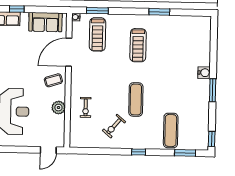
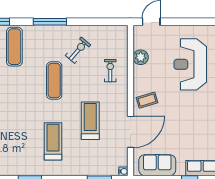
treadmill: (97, 34) -> (90, 121), moved
plant: (58, 108) -> (141, 57), moved
window: (139, 152) -> (50, 22), width x2.17

